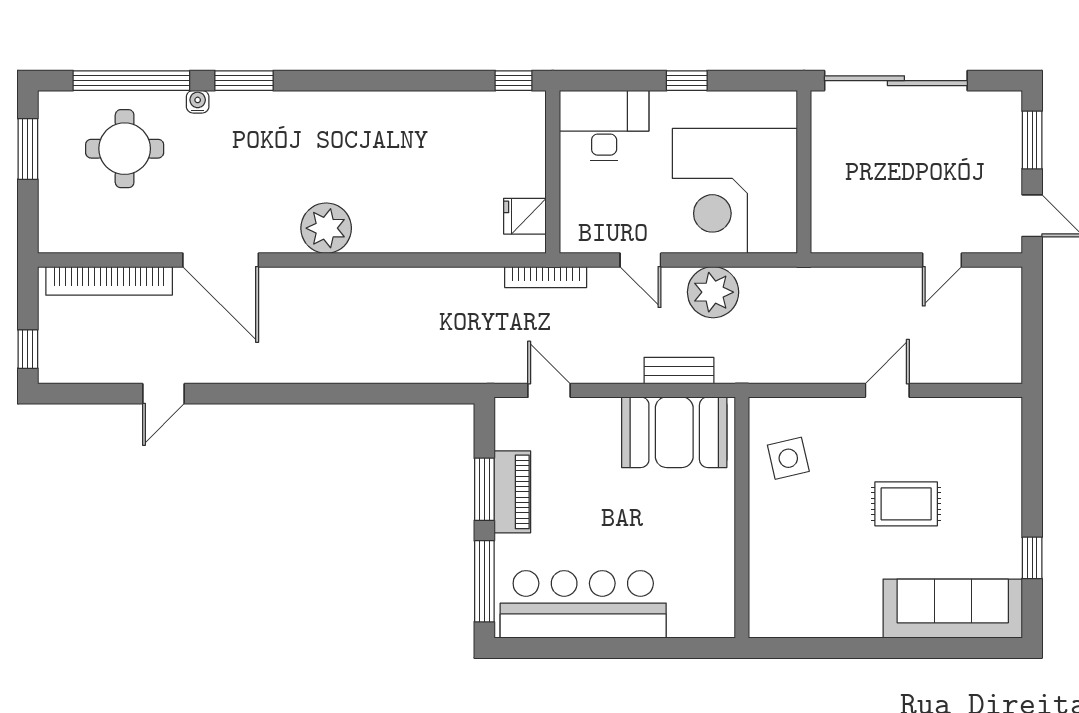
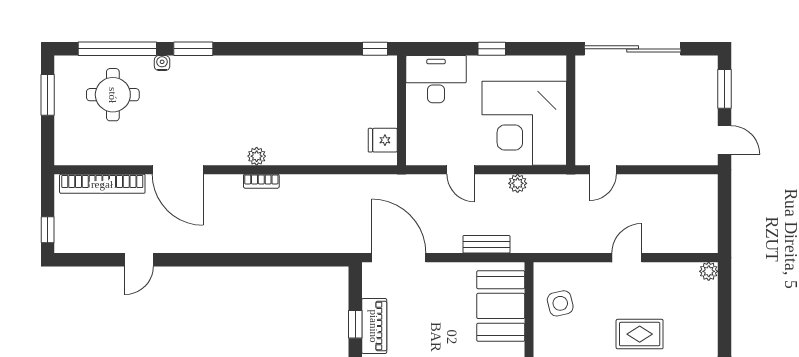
plant: (326, 228) -> (257, 156), width x0.53, depth x0.53
door: (942, 260) -> (603, 170), moved
bookcase: (546, 277) -> (261, 181), moved, width x0.64
plant: (713, 292) -> (518, 183), width x0.53, depth x0.53
door: (549, 390) -> (399, 258), width x1.87
plant: (1009, 411) -> (709, 271), added
booth: (674, 432) -> (501, 306), moved, turned 90
window: (484, 489) -> (355, 324), width x0.67

